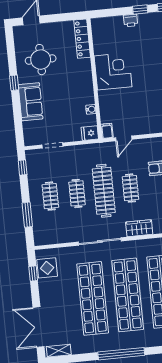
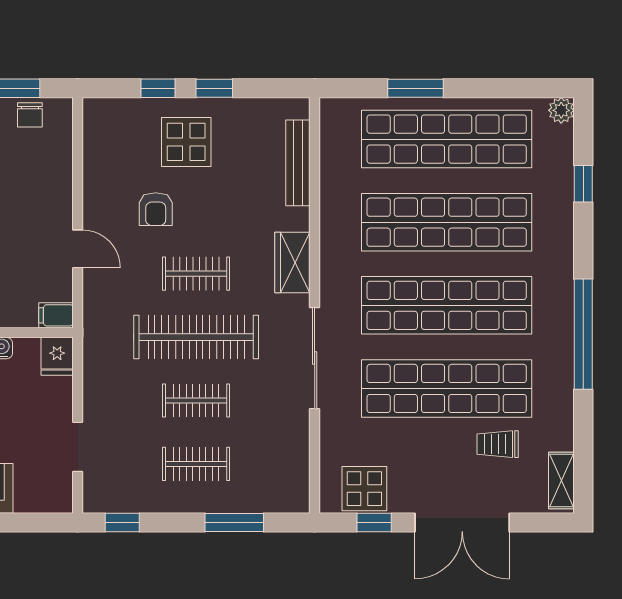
door: (124, 138) -> (78, 249), moved
trolley: (71, 322) -> (498, 444), added
double door: (38, 327) -> (462, 523), moved

